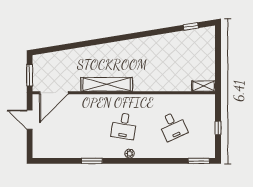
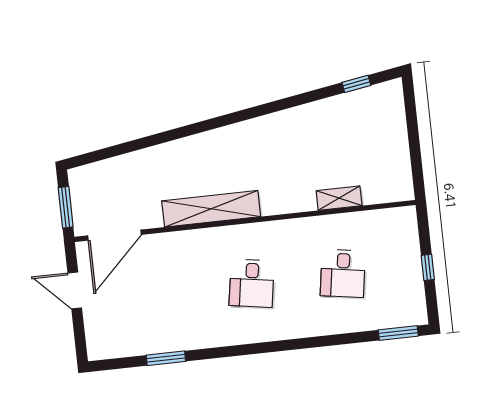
shelving: (203, 86) -> (339, 198), moved
desk: (173, 126) -> (343, 273), turned 33
plant: (130, 154) -> (268, 333), removed
window: (92, 161) -> (166, 358), moved

